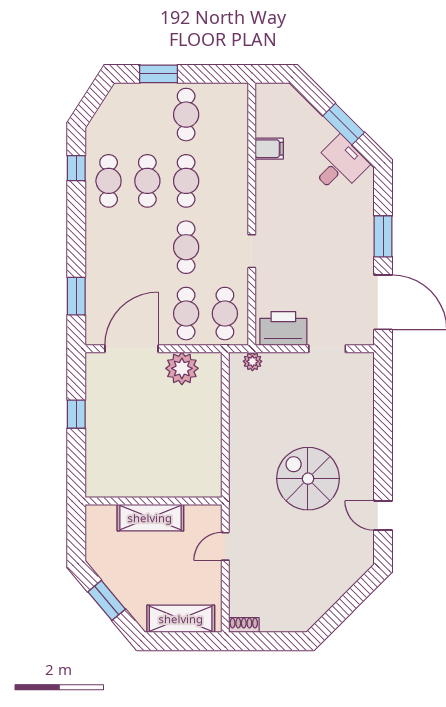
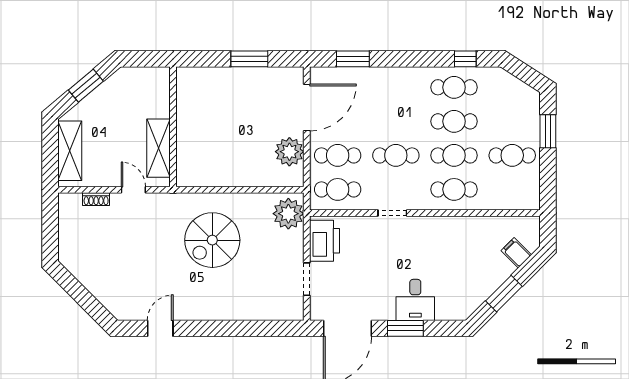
filing cabinet: (269, 149) -> (516, 253), moved, turned 135
desk: (339, 165) -> (415, 300), moved, turned 45
cafe table: (225, 181) -> (454, 189), added
door: (131, 349) -> (307, 107), hinge flipped
plant: (252, 361) -> (288, 214), width x1.88, depth x1.88
window: (76, 414) -> (249, 59), width x1.50
spiral stairs: (308, 479) -> (212, 240), moved, turned 180
shelving: (150, 518) -> (158, 148), moved
shoe rack: (244, 625) -> (96, 199), moved, turned 90

